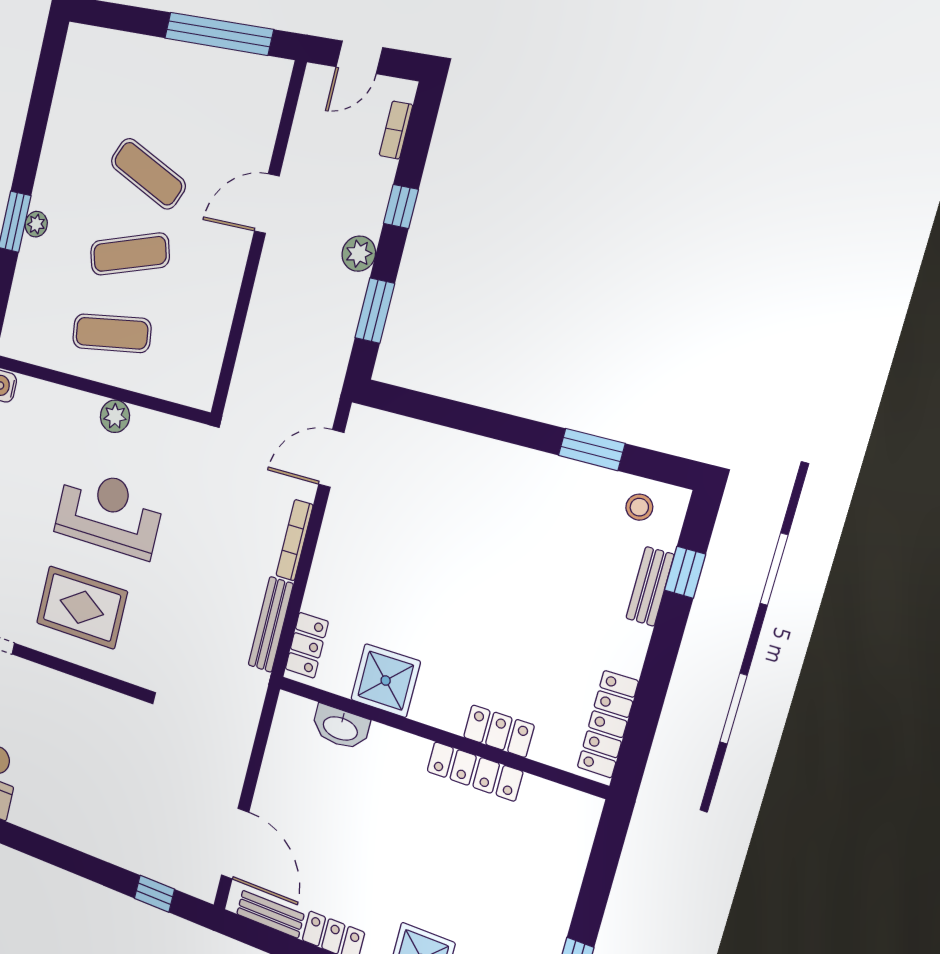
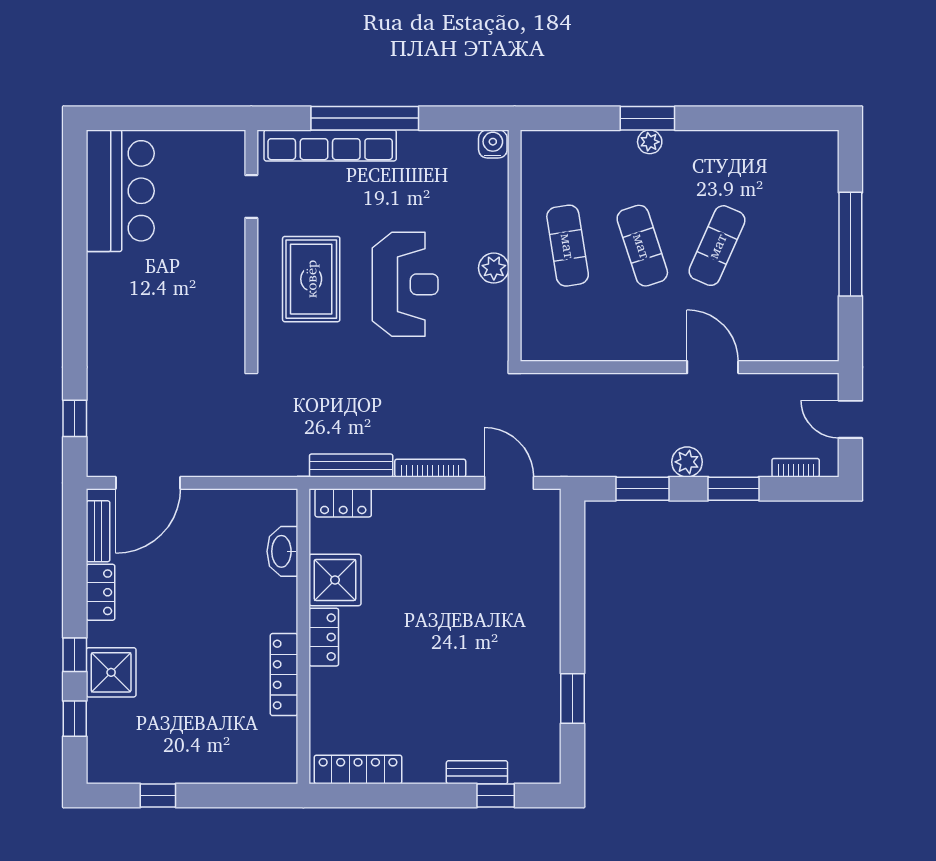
window: (219, 34) -> (850, 244), moved
window: (401, 206) -> (734, 489), width x1.50
stool: (639, 507) -> (537, 747), removed
locker: (499, 731) -> (324, 637), moved

